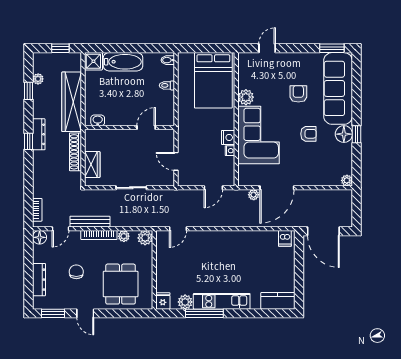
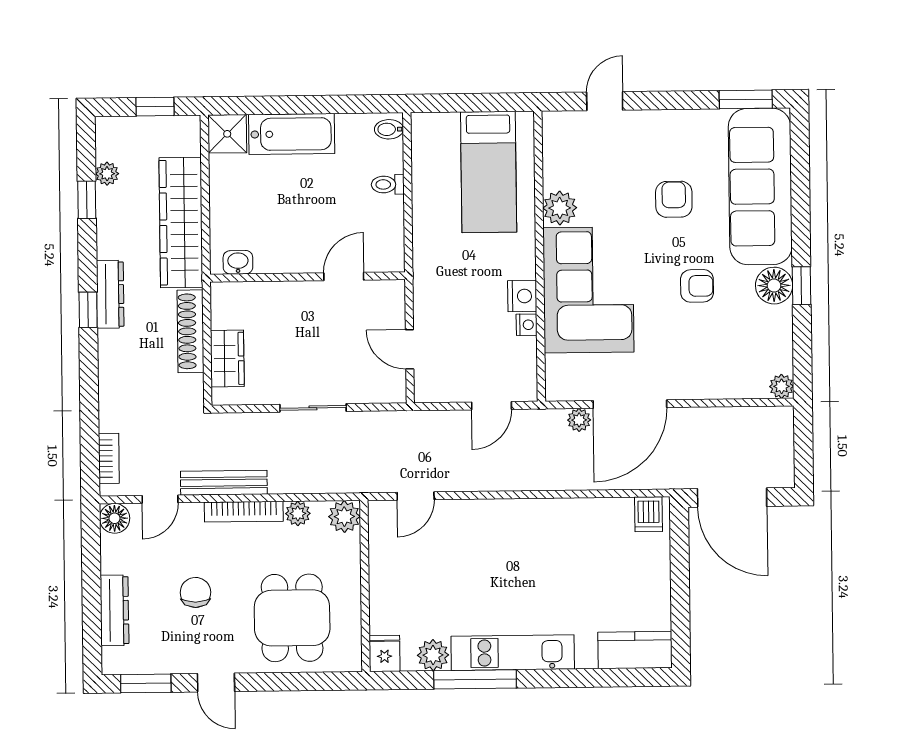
bed: (213, 80) -> (489, 172), width x0.67

